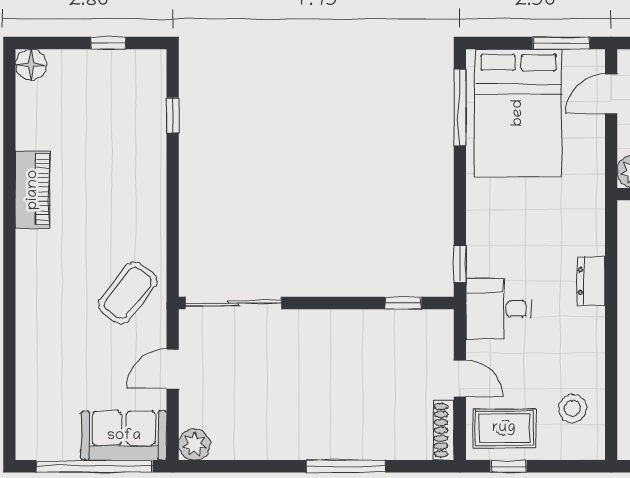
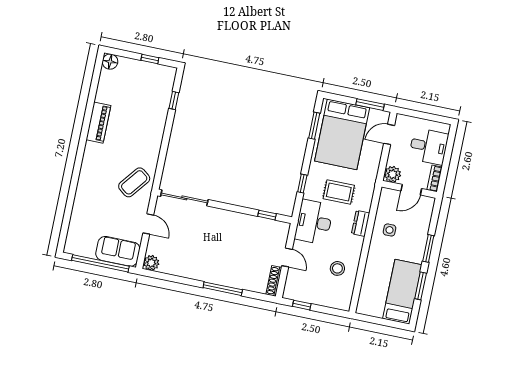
window: (460, 107) -> (314, 126), width x0.69
window: (460, 264) -> (302, 184), moved
desk: (499, 309) -> (314, 222), width x1.37
door: (173, 369) -> (148, 224), swing flipped
stool: (572, 408) -> (337, 268), moved
rug: (504, 428) -> (339, 192), moved

